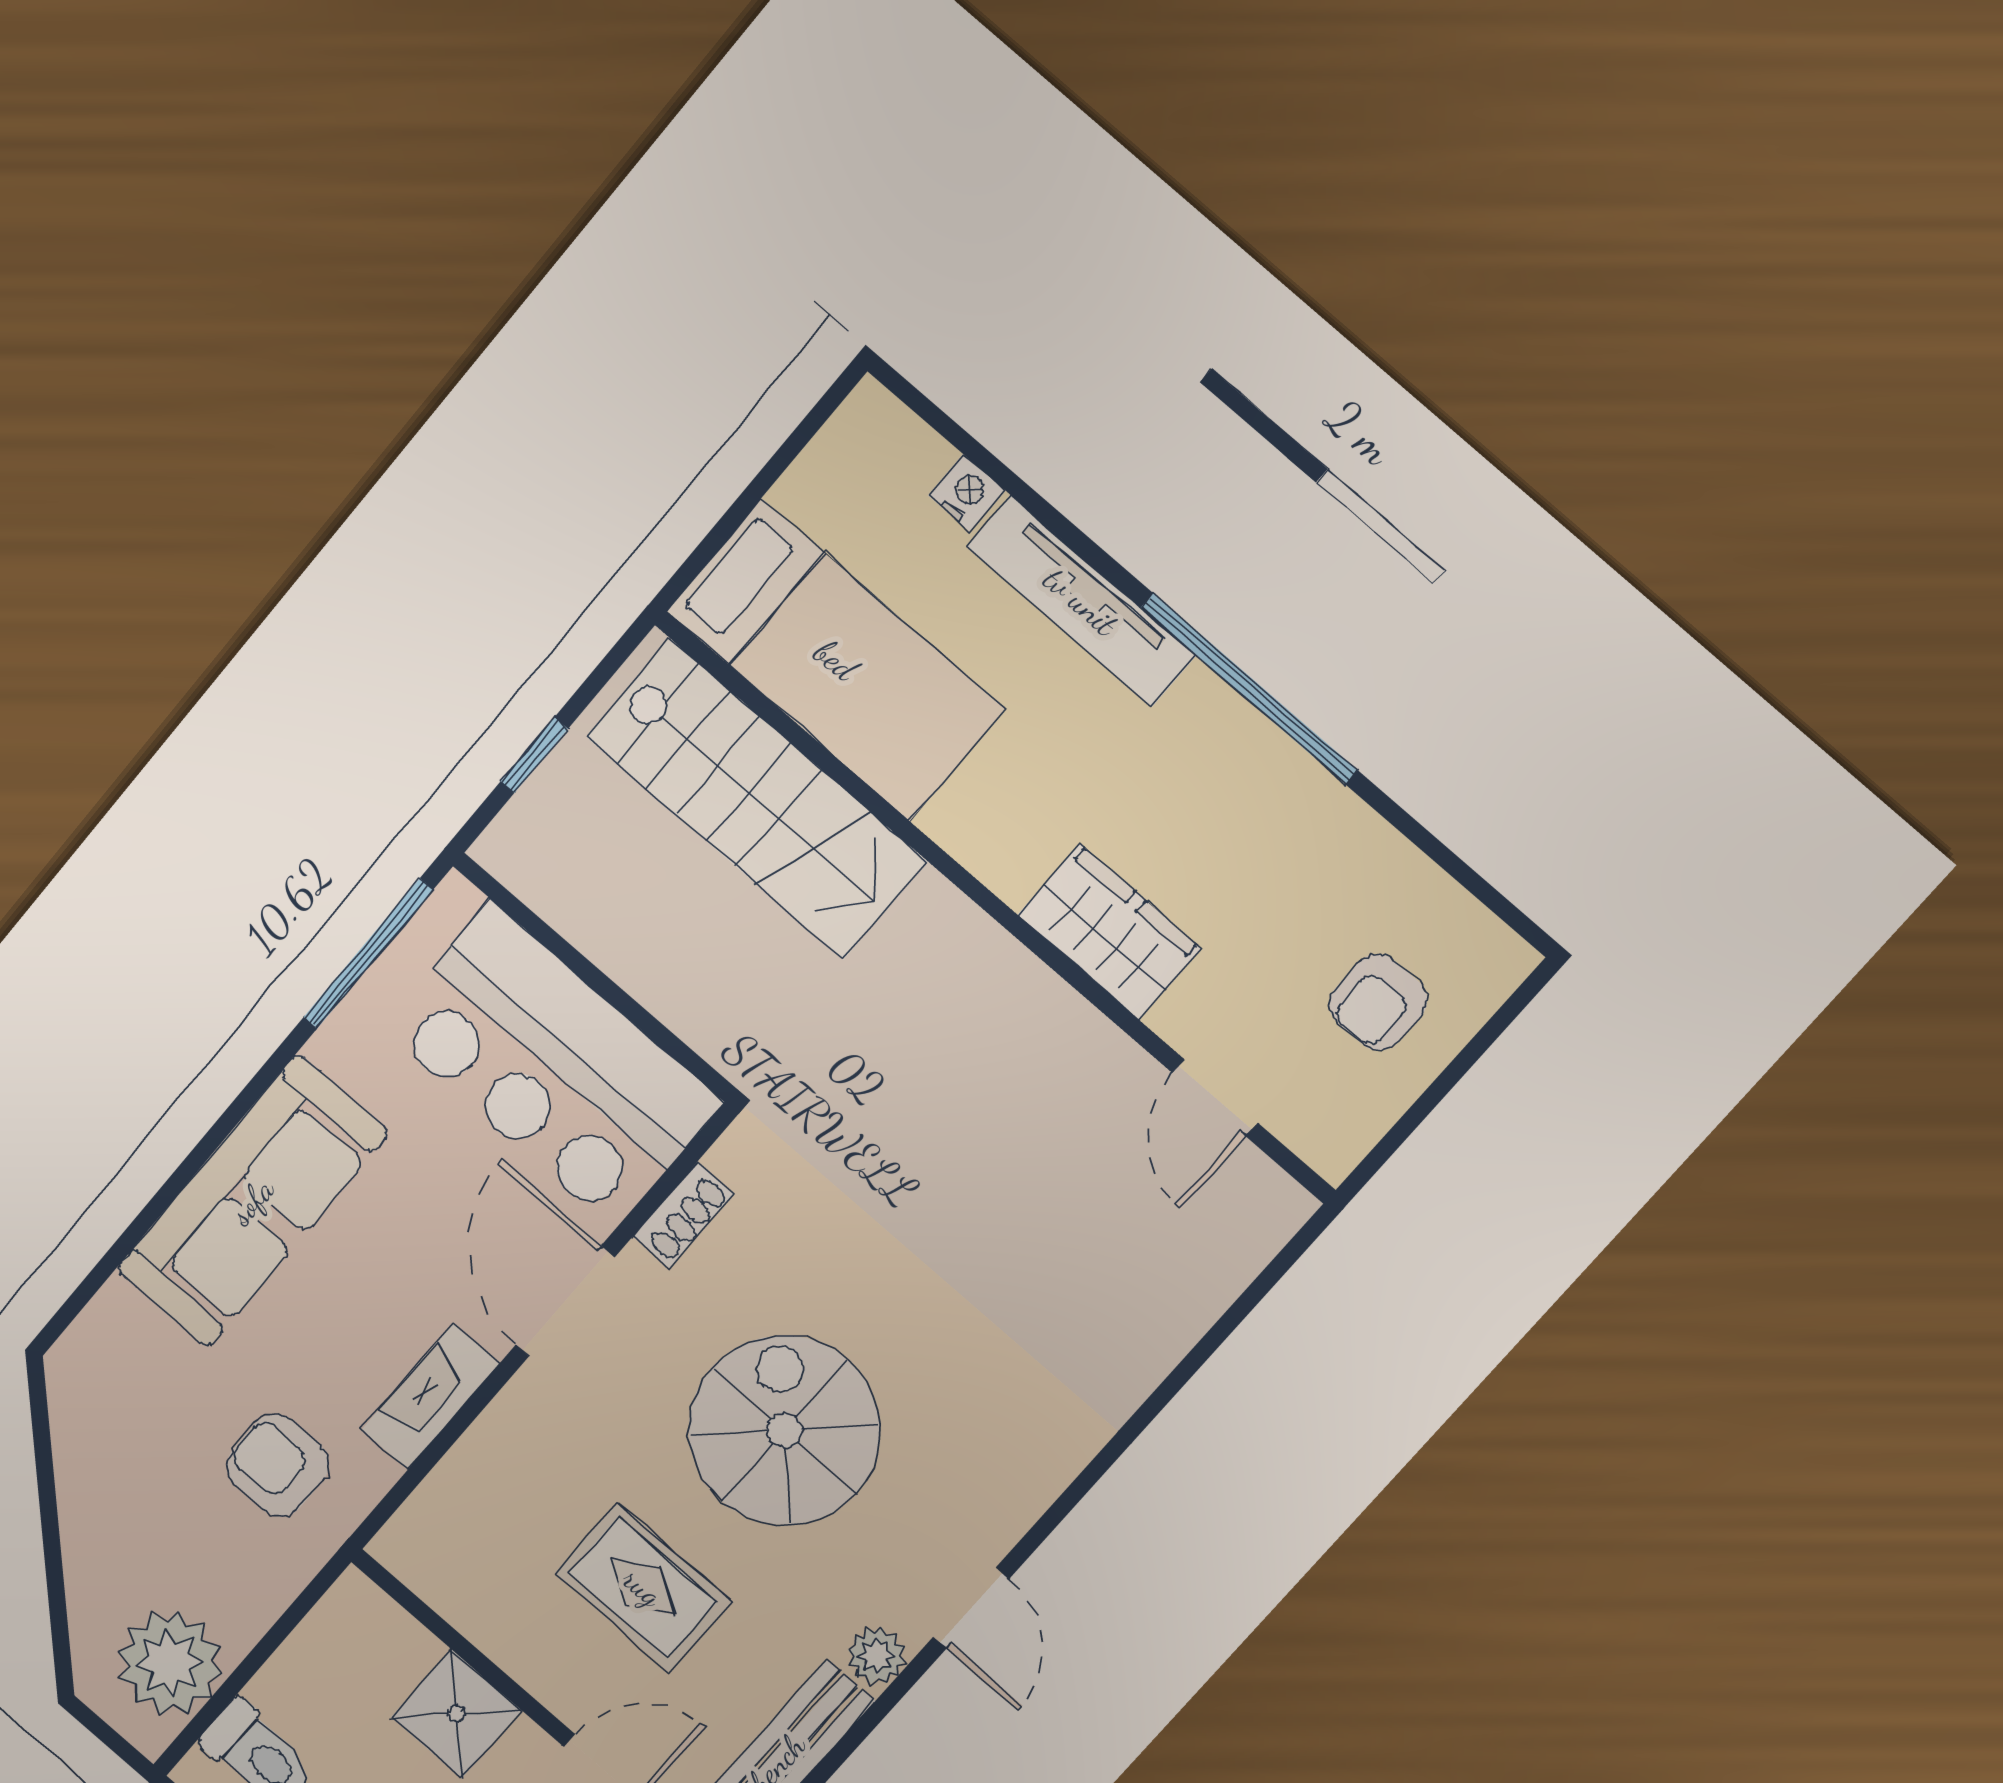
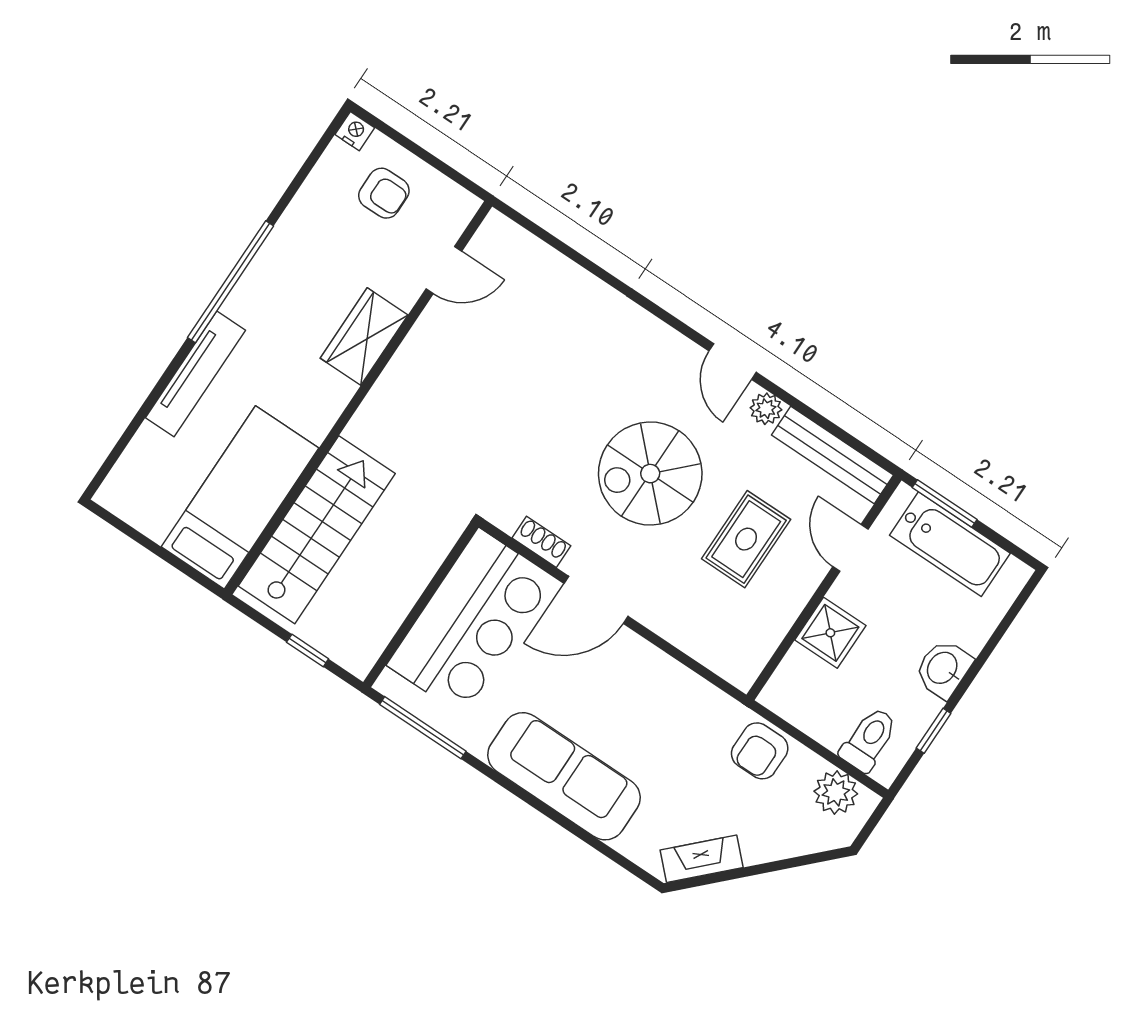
nightstand: (967, 493) -> (355, 131), moved, turned 90
fireplace: (431, 1396) -> (702, 859), moved, turned 135
armchair: (278, 1465) -> (760, 751), moved
door: (971, 1608) -> (733, 362), swing flipped
plant: (170, 1663) -> (836, 792), width x0.73, depth x0.73

